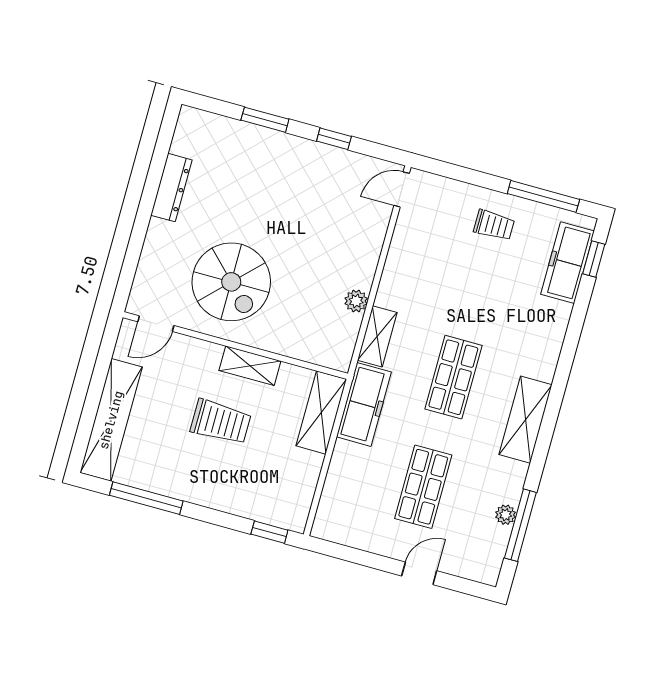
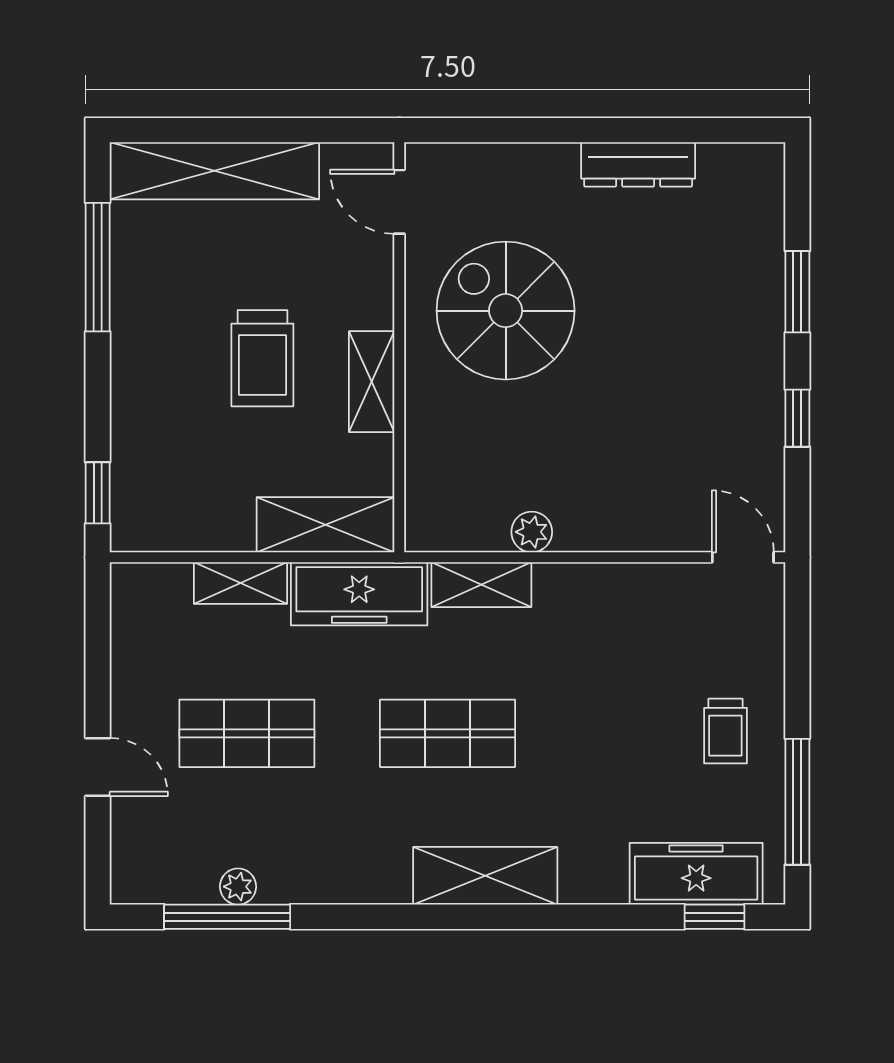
spiral stairs: (231, 282) -> (506, 311), turned 90
shelving: (525, 420) -> (485, 876), moved
shelving: (340, 468) -> (240, 583), added

